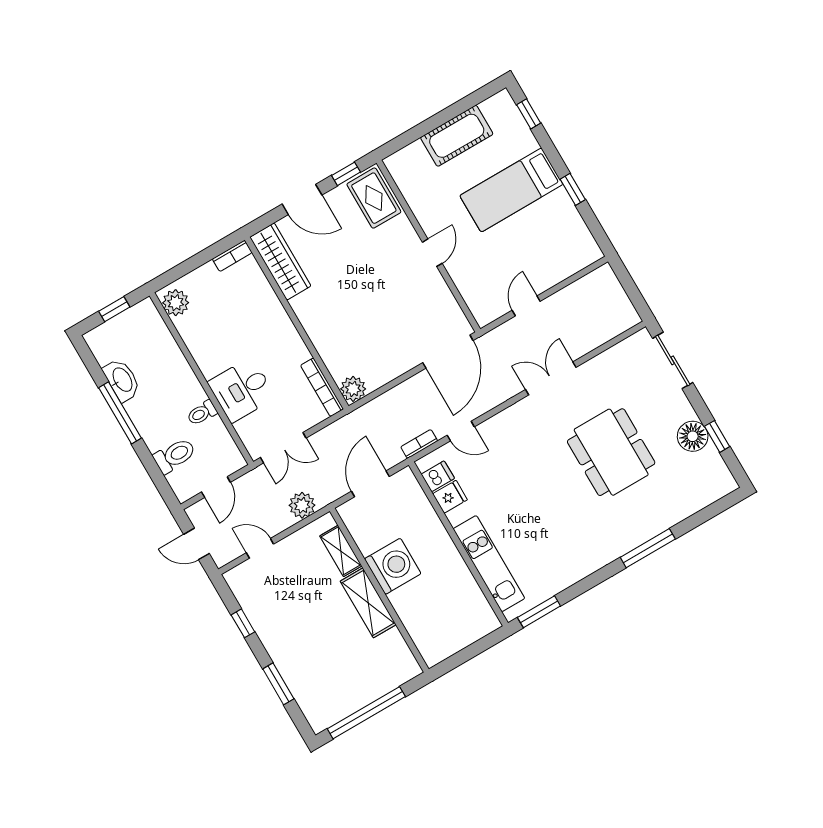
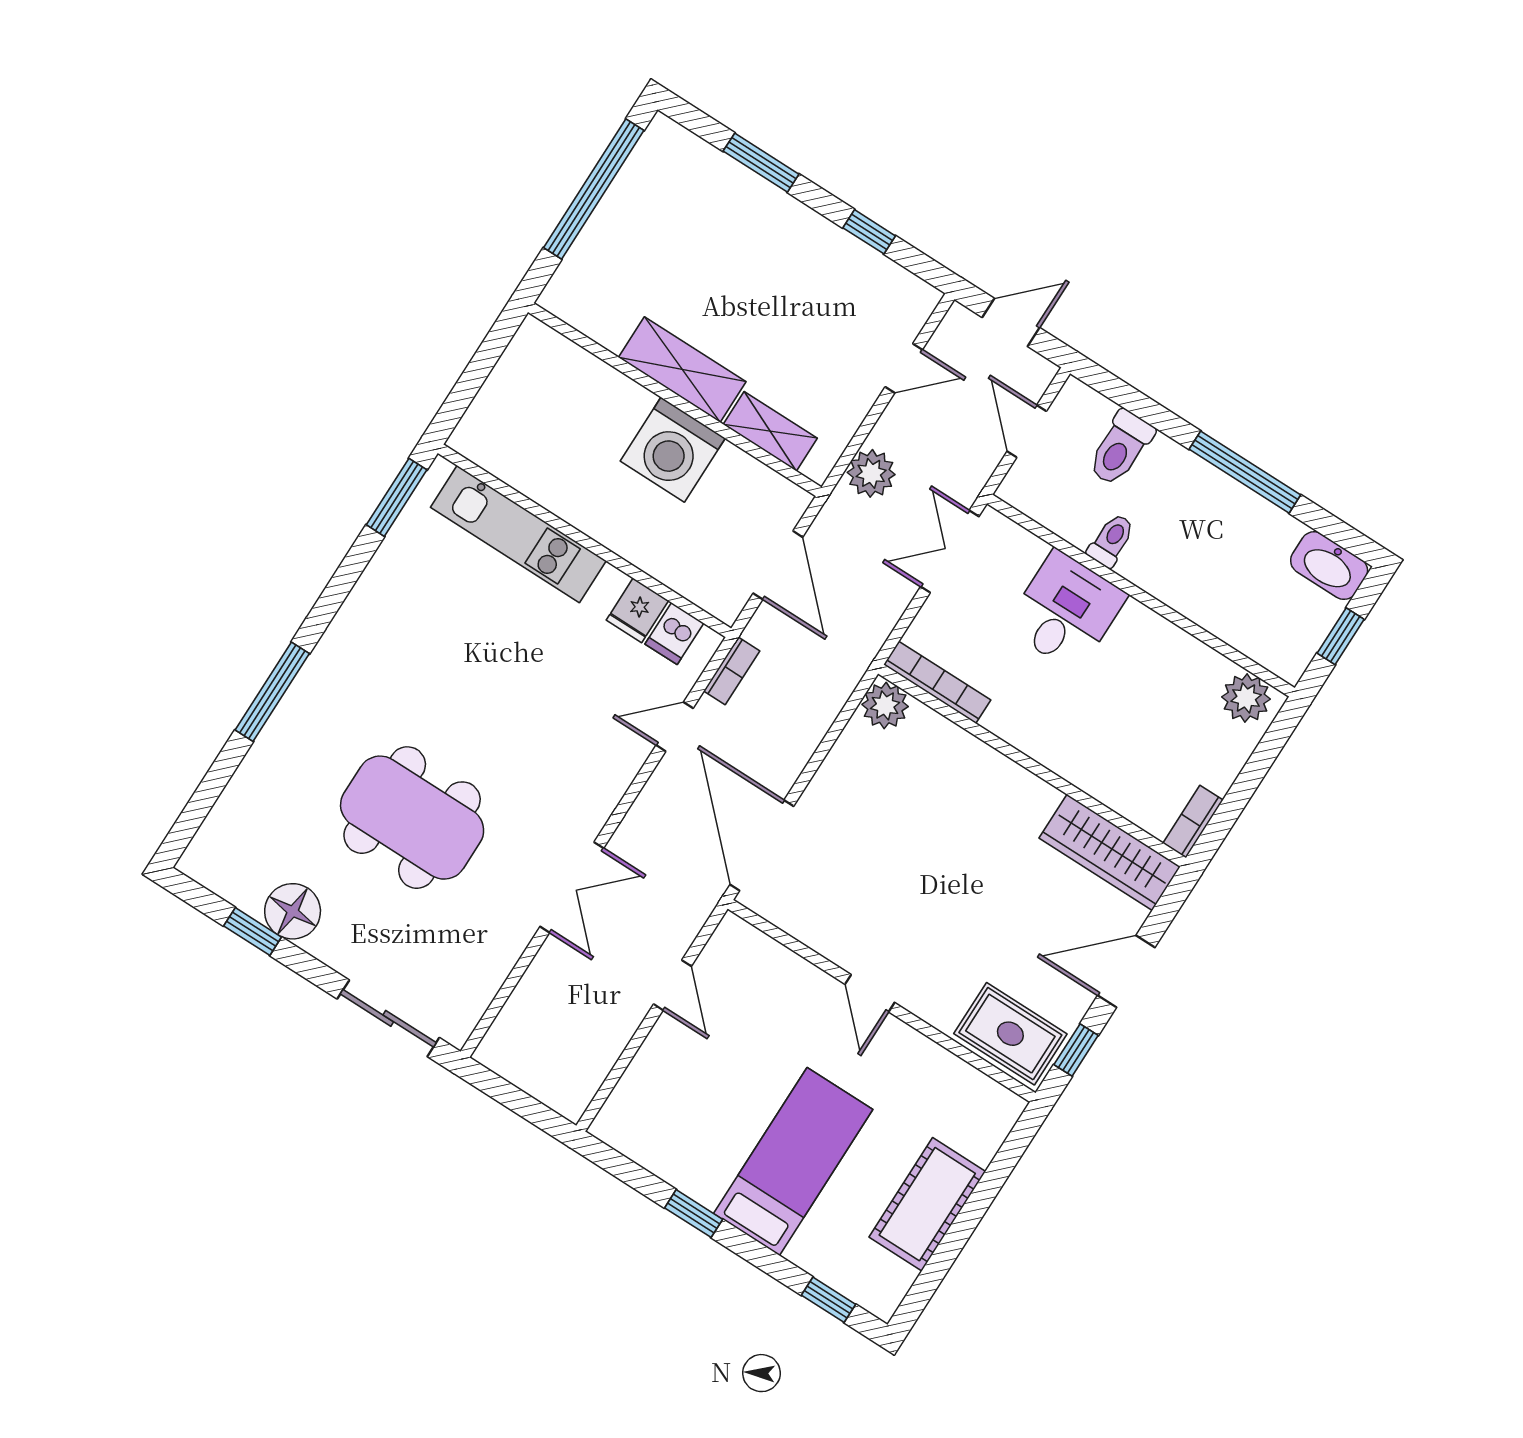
washbasin: (122, 380) -> (1329, 566), moved

